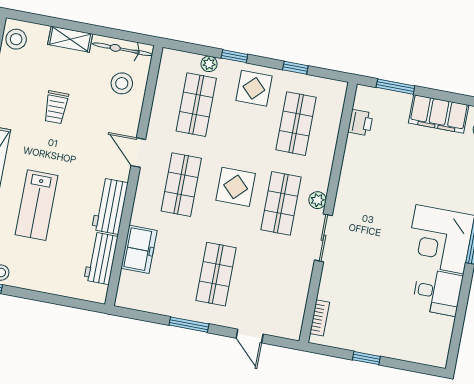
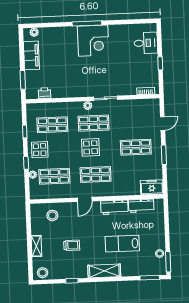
bicycle: (122, 49) -> (35, 219), removed
lab bench: (37, 205) -> (122, 244), turned 180
freezer: (139, 249) -> (152, 187), moved
desk: (437, 292) -> (146, 43), moved, turned 90

